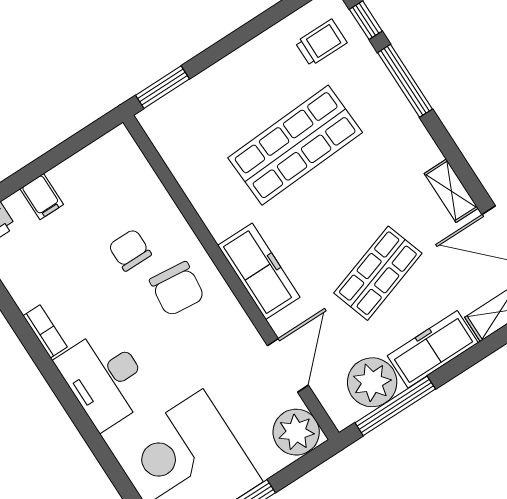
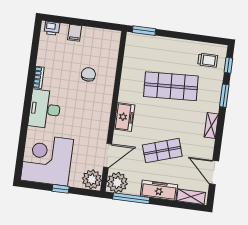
window: (405, 81) -> (224, 96), width x0.69
shelving: (451, 191) -> (211, 125), moved
freezer: (259, 271) -> (124, 117), width x0.71
chair: (177, 289) -> (93, 100), removed
plant: (372, 382) -> (117, 183), moved

